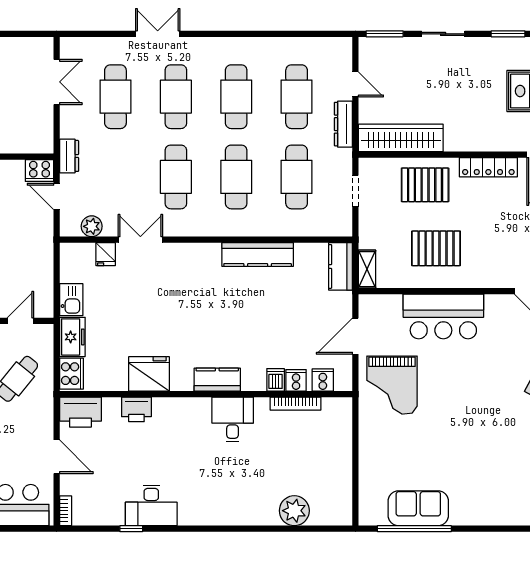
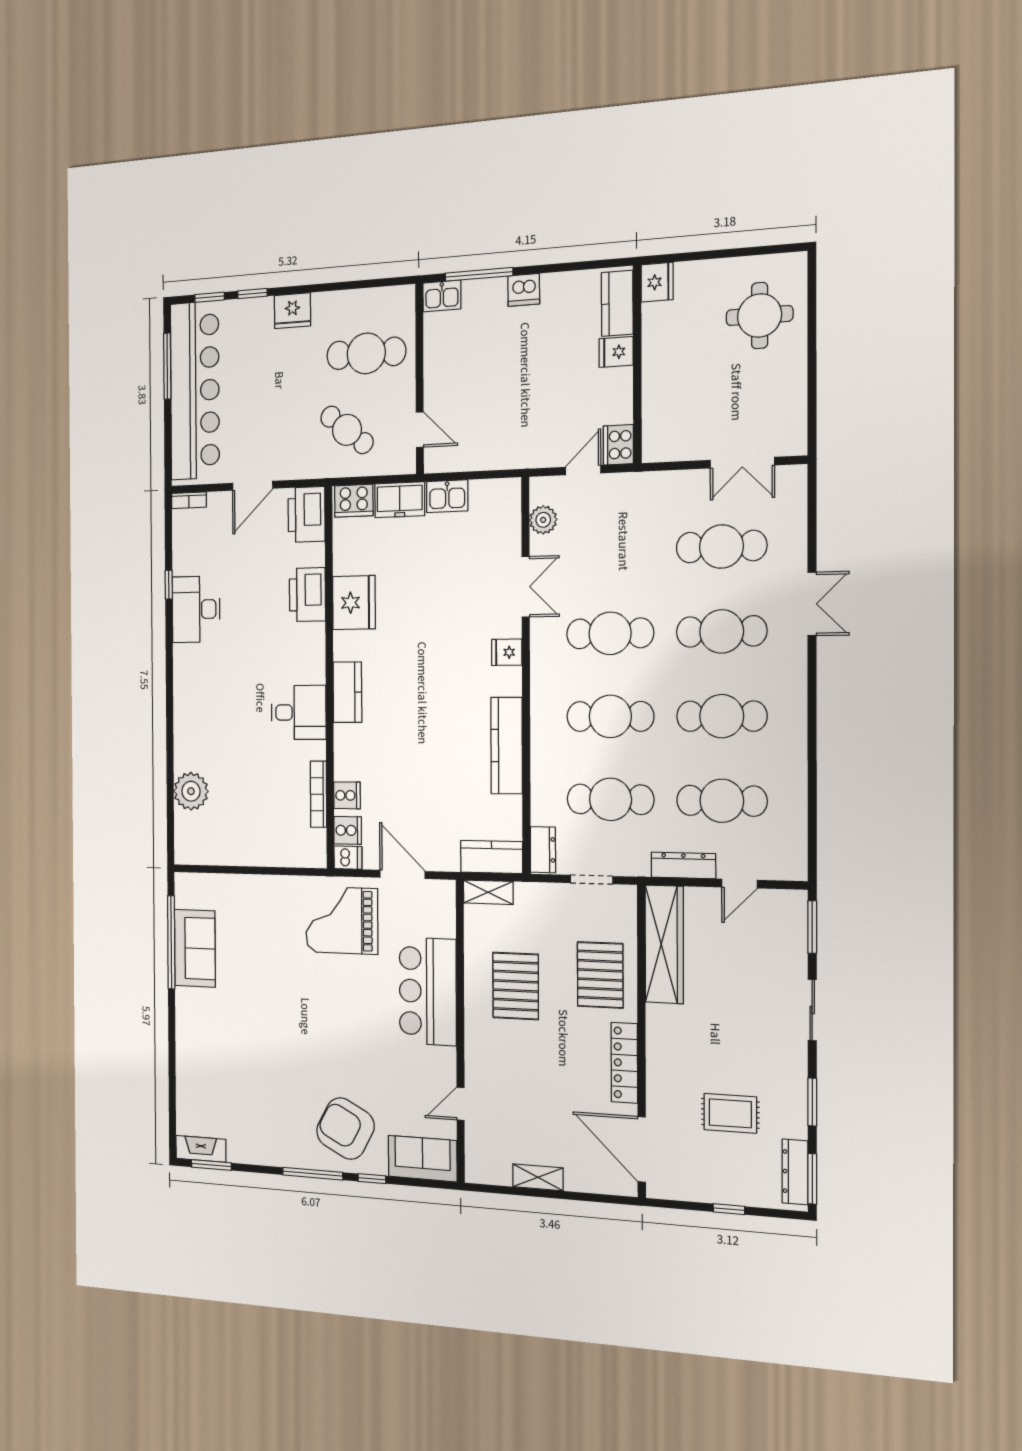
dresser: (69, 156) -> (543, 850), moved, turned -90
fridge: (106, 254) -> (507, 652), moved
dishwasher: (276, 380) -> (348, 858), moved
printer: (136, 409) -> (307, 595), width x1.37, depth x1.19

